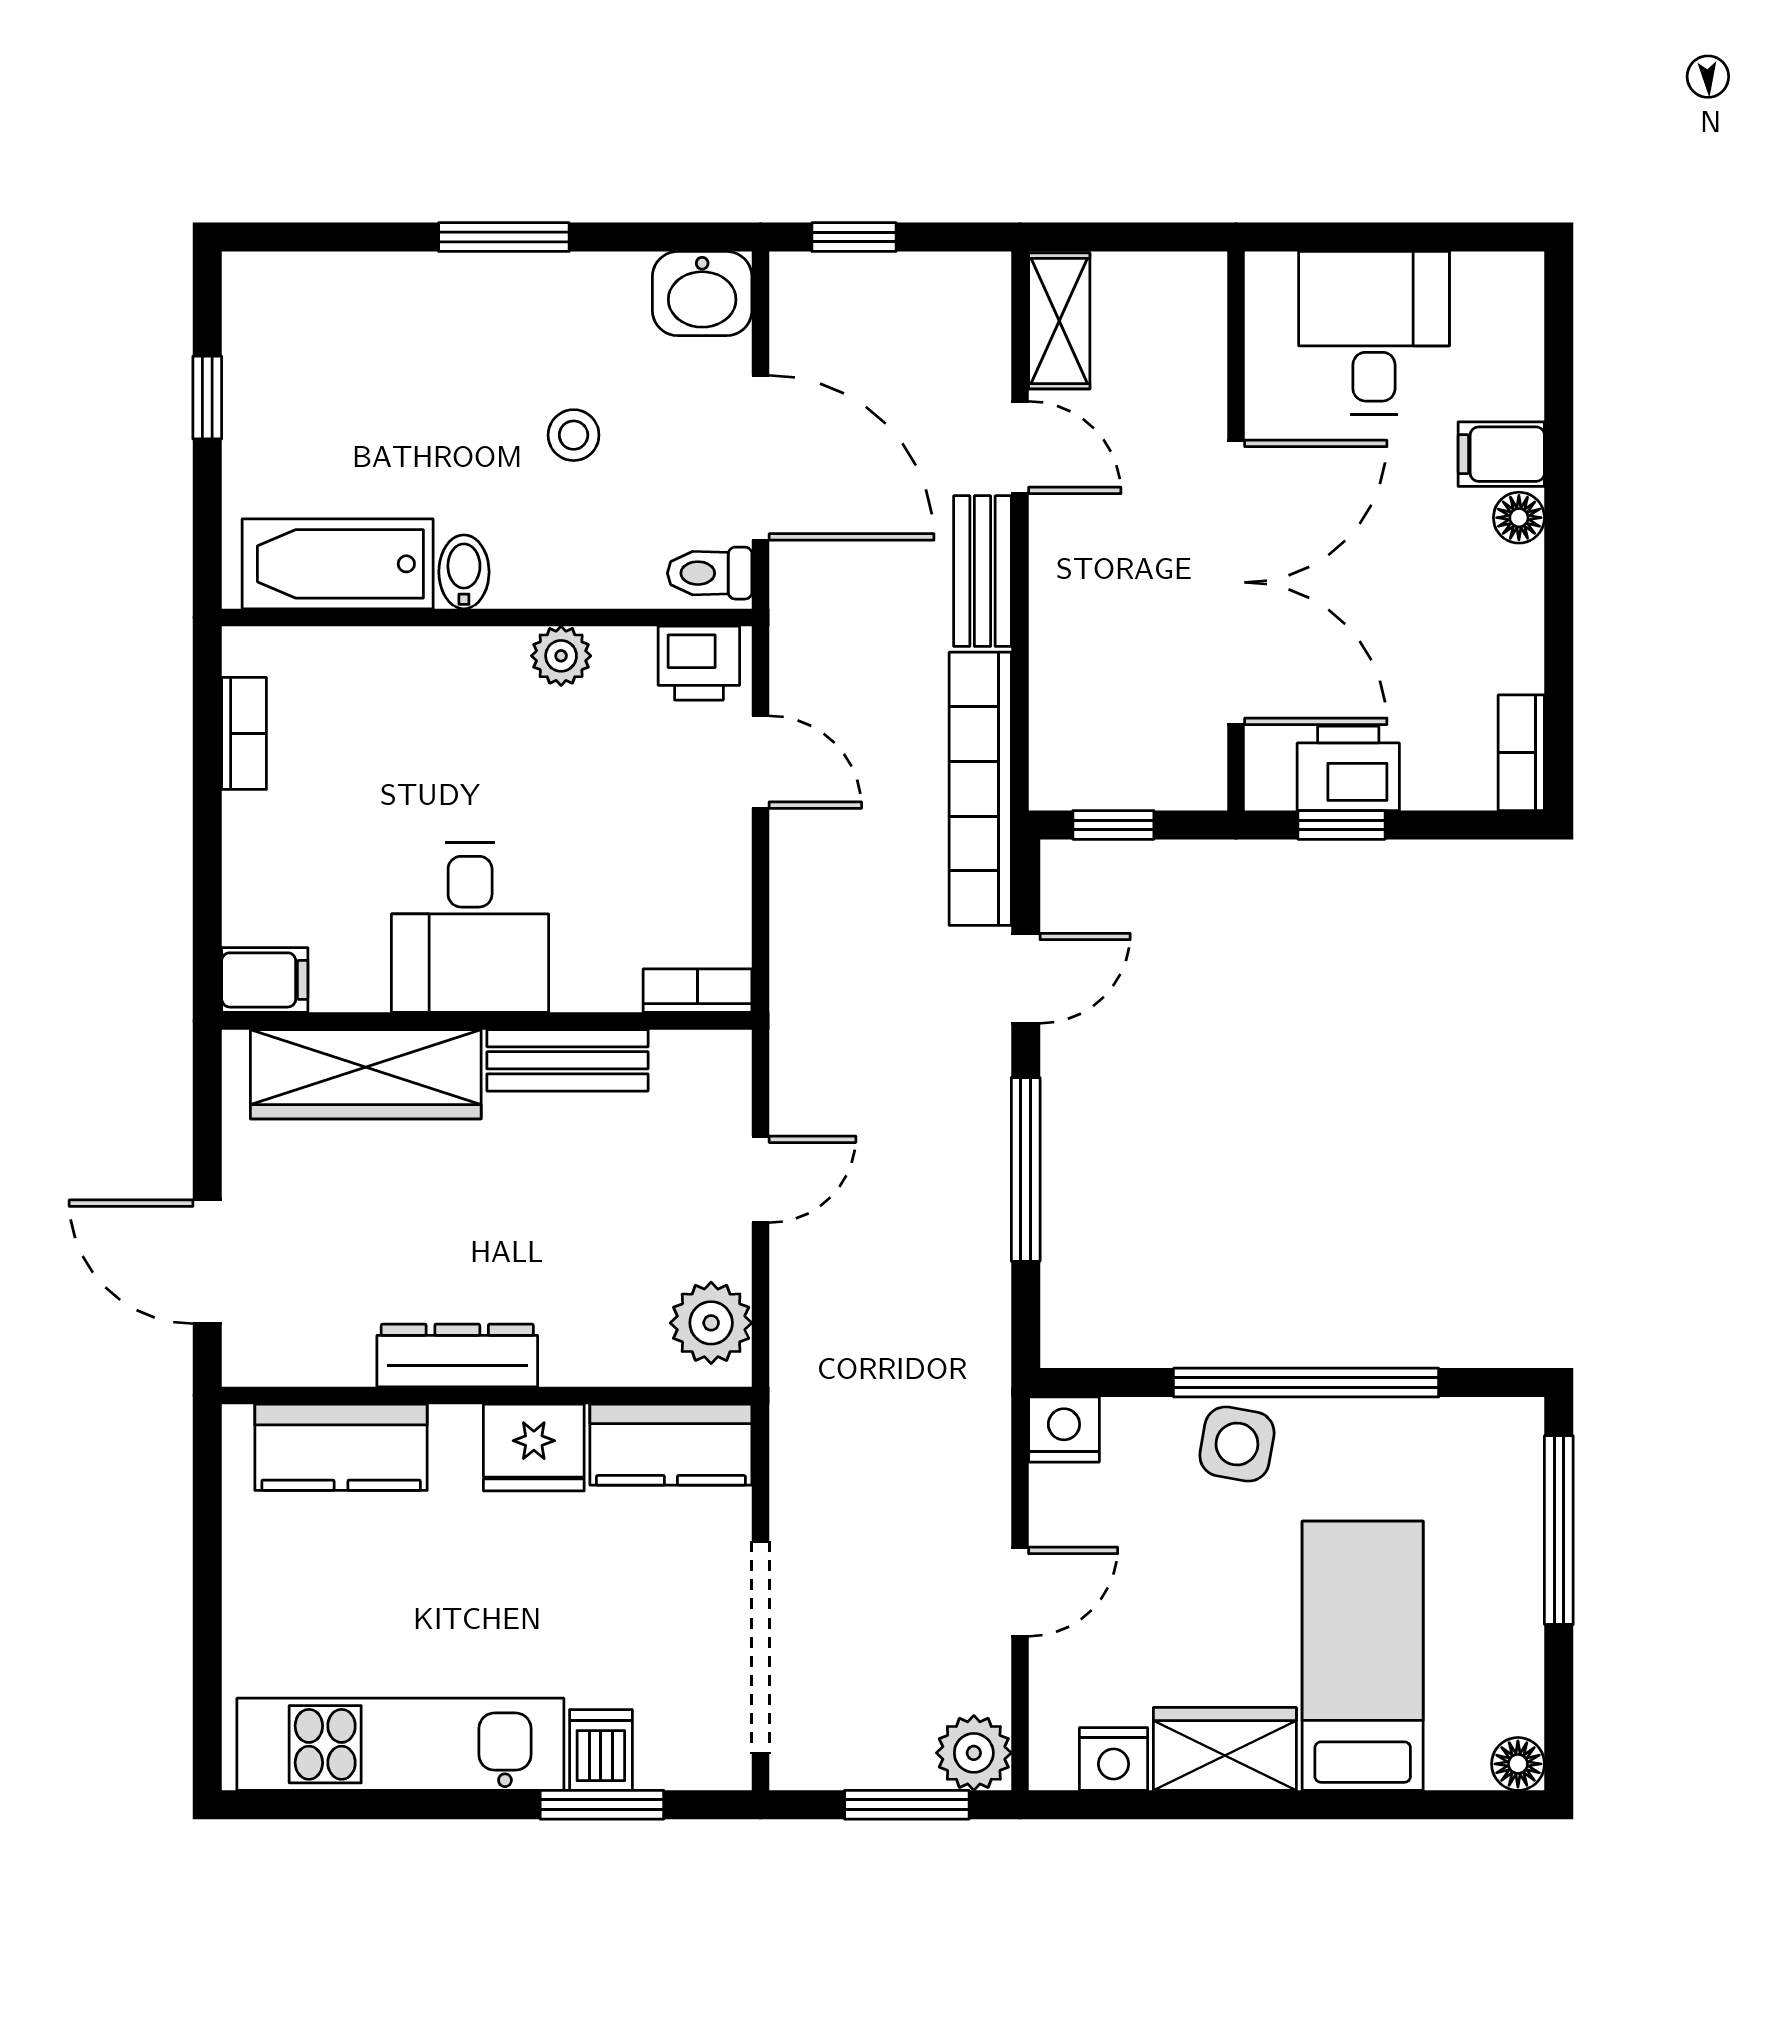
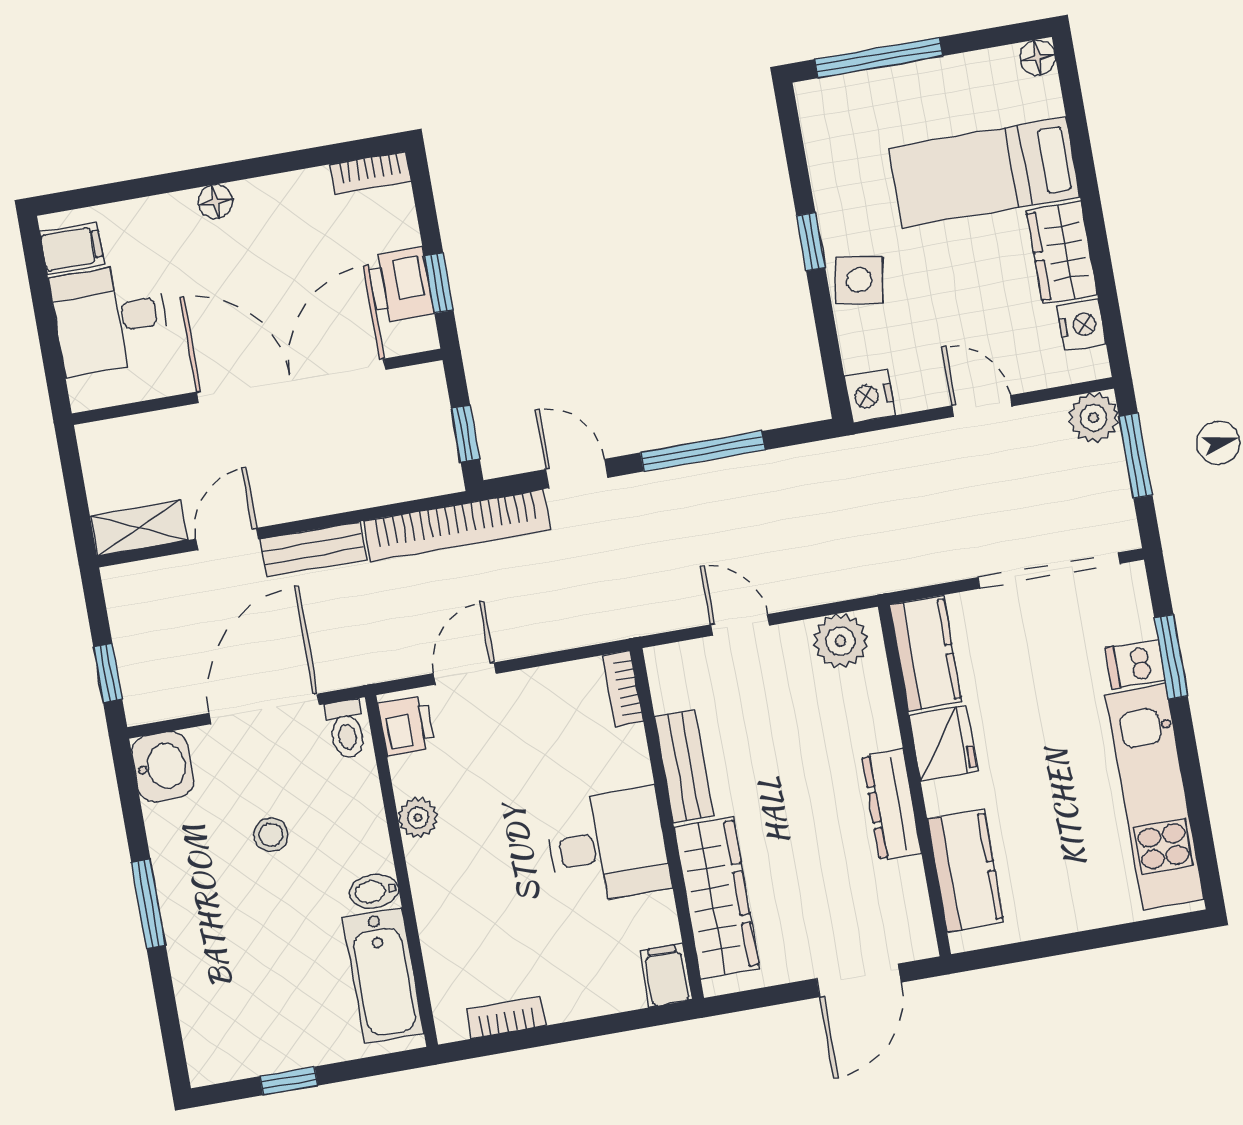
filing cabinet: (1501, 454) -> (72, 248), moved, turned -90
window: (1306, 1383) -> (811, 242), width x0.32

